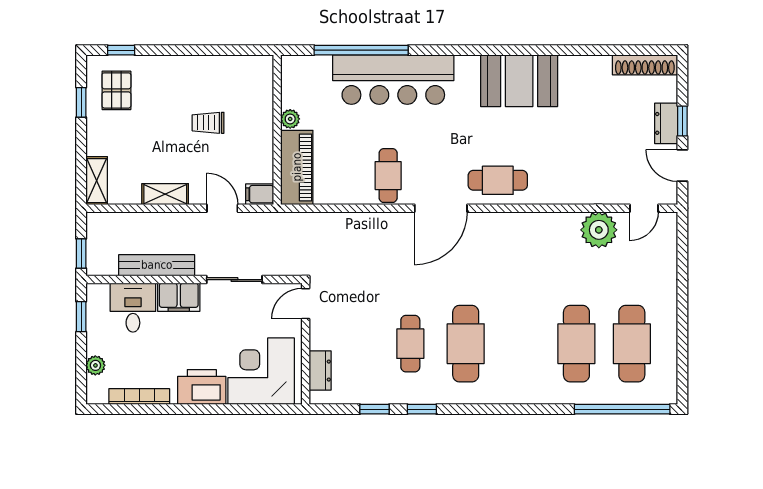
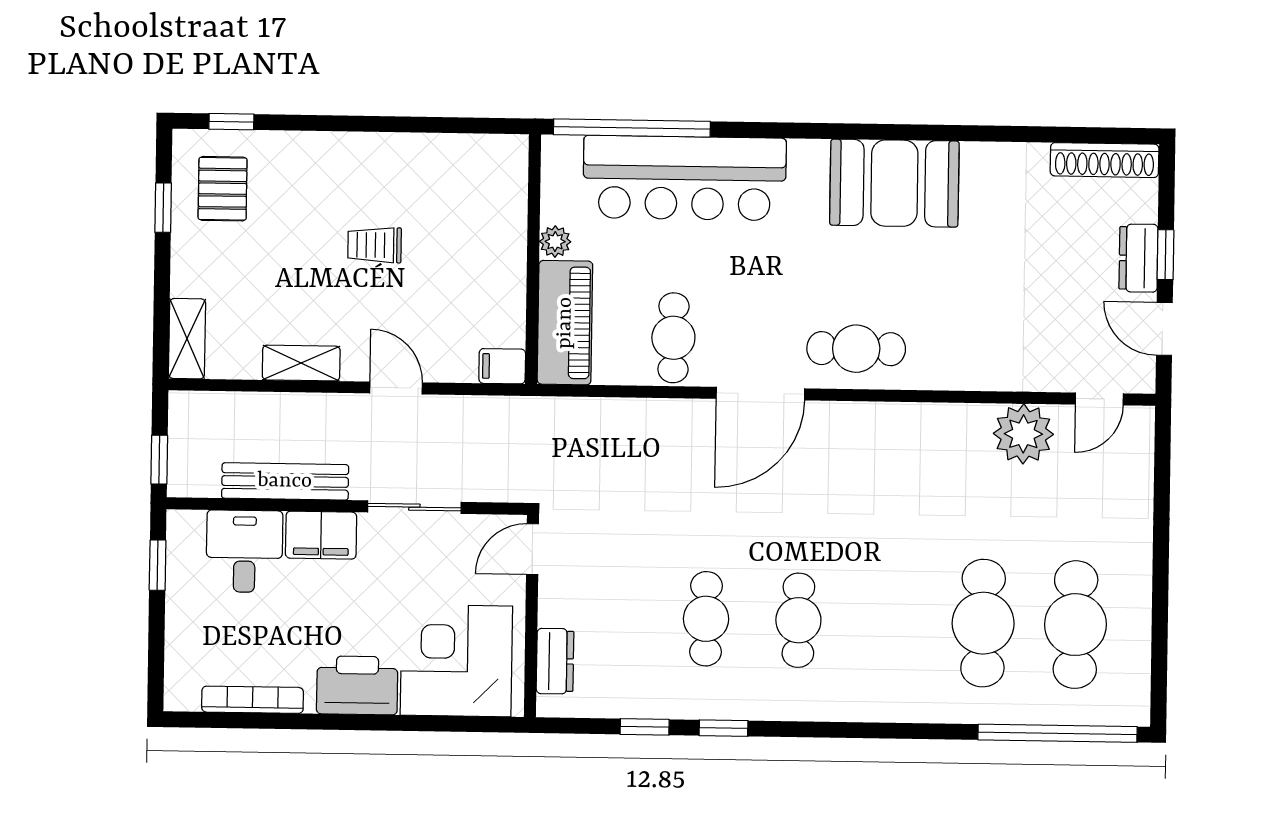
plant: (290, 119) -> (555, 242), moved
wall: (277, 130) -> (533, 259), moved
piano: (297, 167) -> (565, 323), moved
filing cabinet: (260, 194) -> (502, 366), moved
cafe table: (466, 344) -> (798, 620), width x0.73, depth x0.74
plant: (95, 365) -> (180, 647), removed

